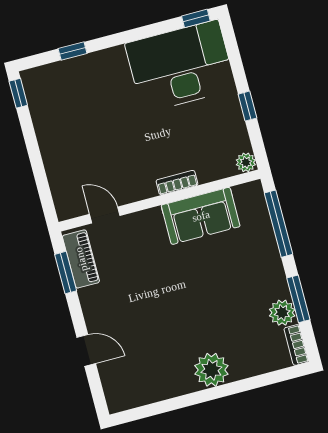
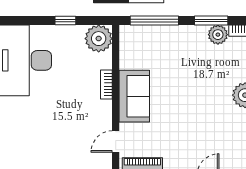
plant: (246, 162) -> (99, 39), width x1.88, depth x1.88
sofa: (201, 216) -> (134, 96), moved

